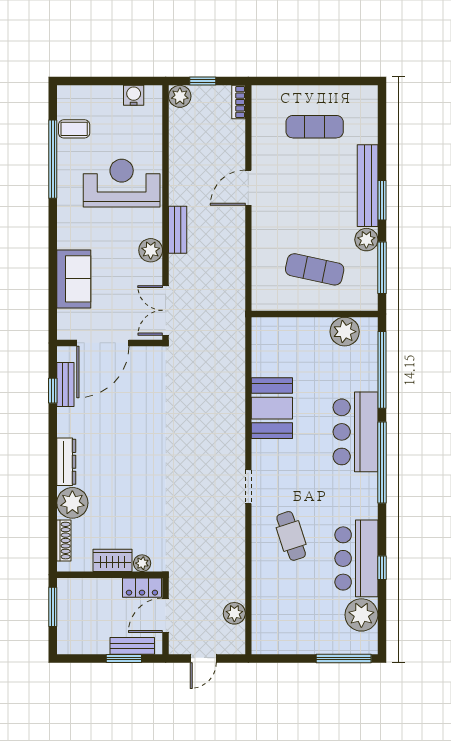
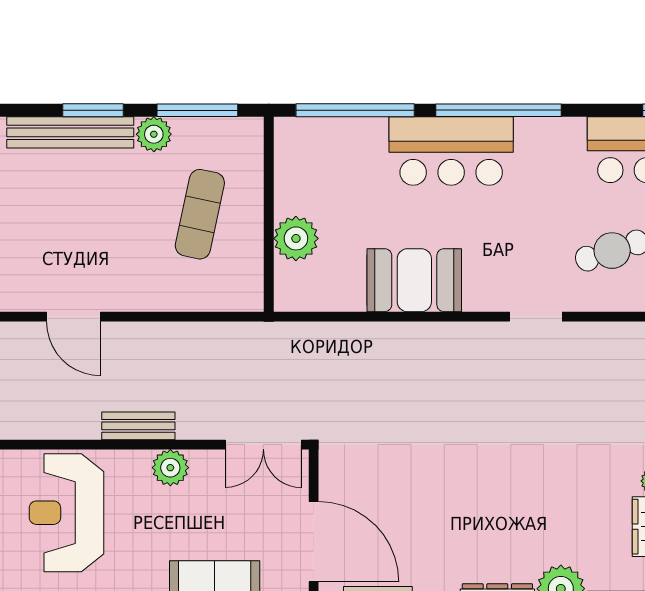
plant: (345, 332) -> (296, 238), moved

